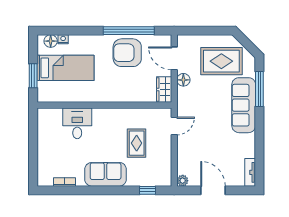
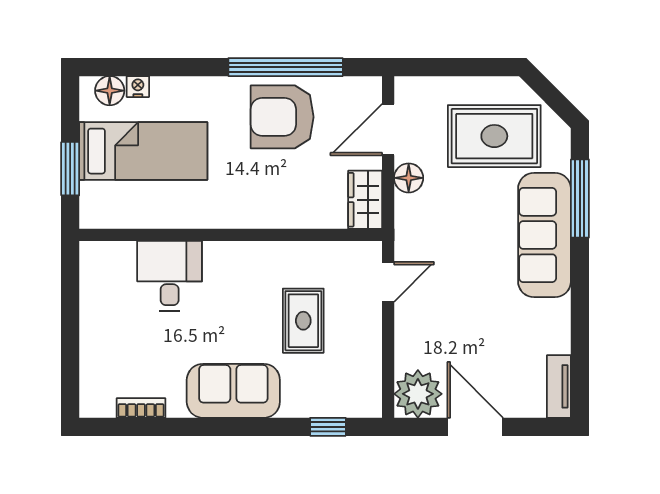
door: (174, 58) -> (388, 130), hinge flipped
plant: (183, 181) -> (418, 394), width x1.87, depth x1.87

